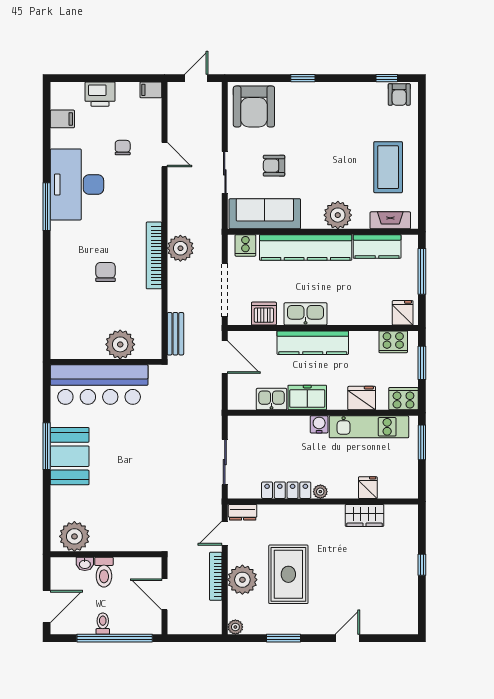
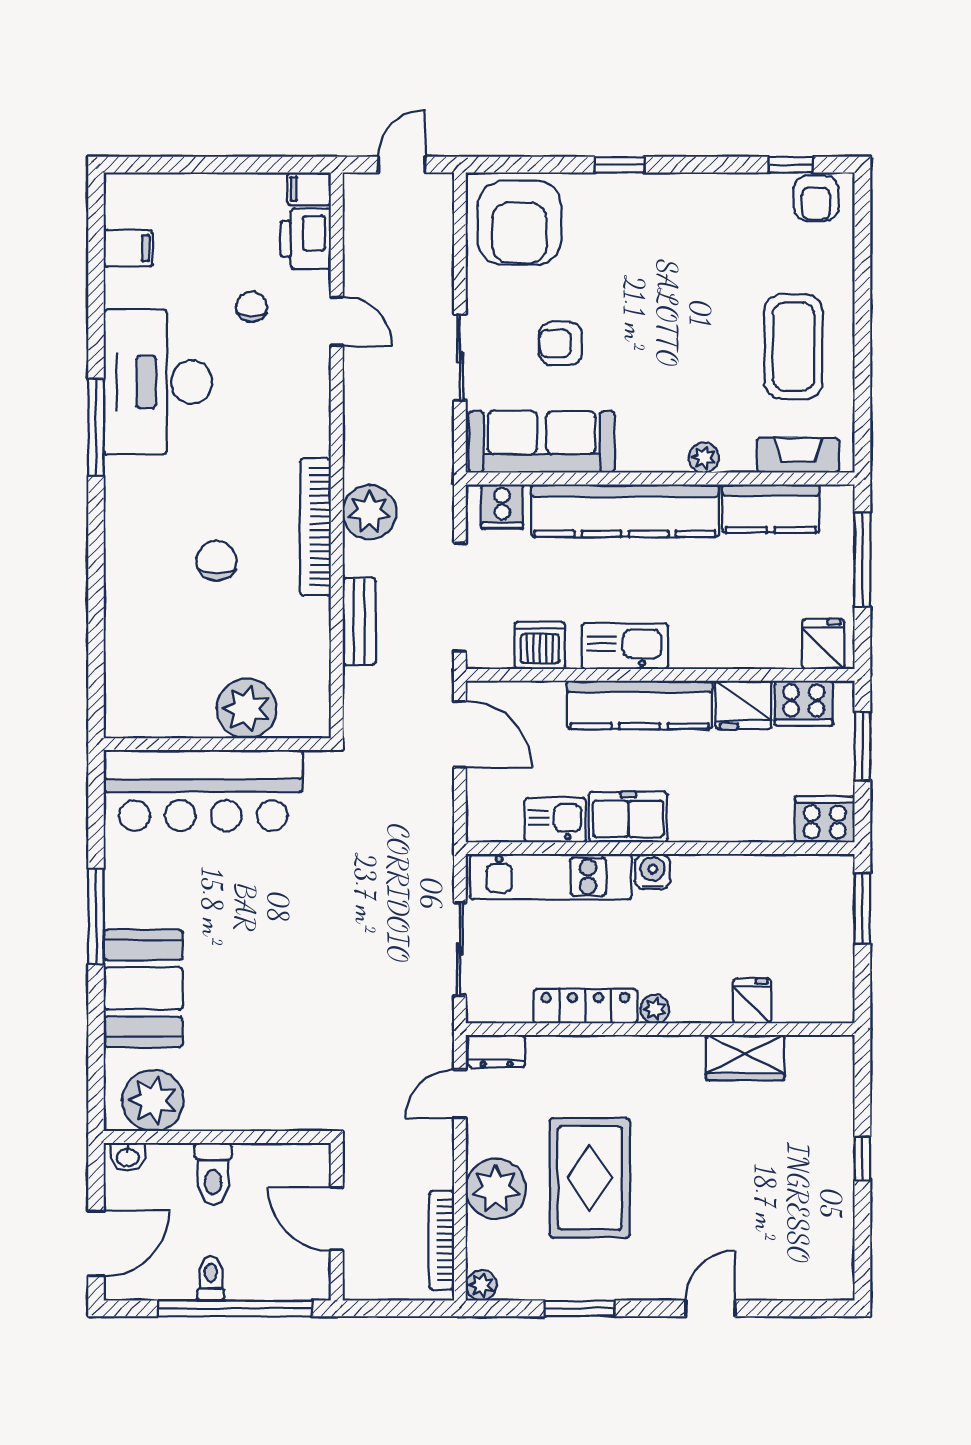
printer: (100, 94) -> (306, 239), moved, turned 90
plant: (338, 215) -> (704, 458), width x0.53, depth x0.53
bench: (175, 334) -> (359, 621), moved
fridge: (362, 398) -> (744, 705), moved, turned 180
kitchen unit: (369, 427) -> (551, 877), moved
booth: (70, 456) -> (143, 988), moved
washbasin: (85, 564) -> (128, 1157), moved
bookcase: (216, 576) -> (442, 1240), moved

